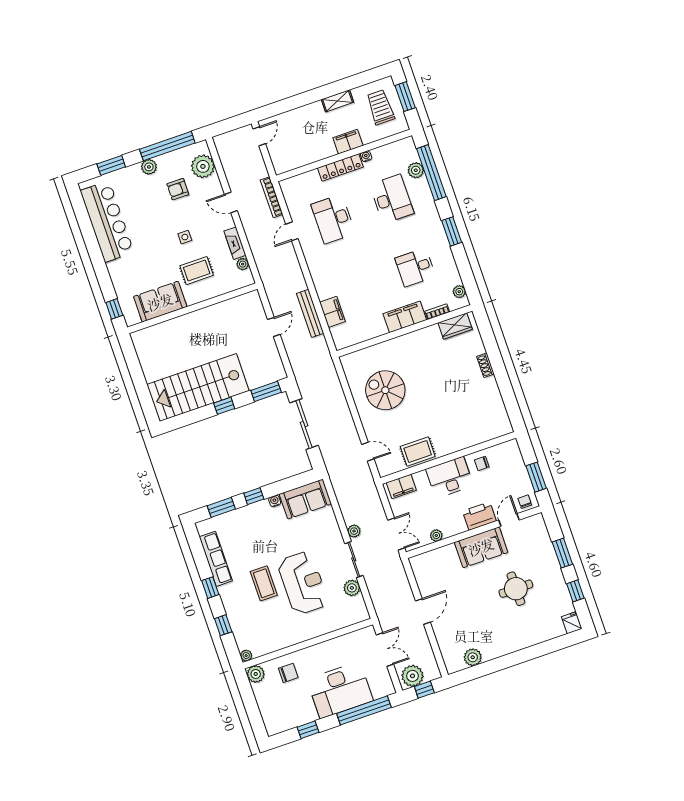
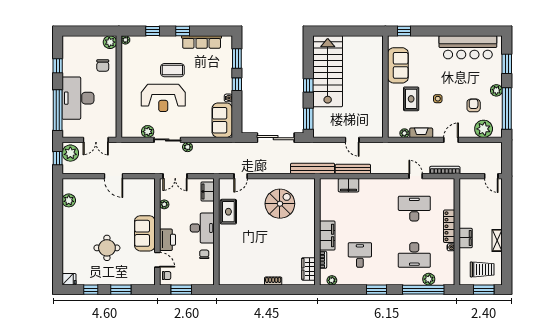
bench: (327, 364) -> (313, 168), added

